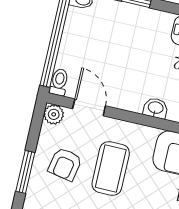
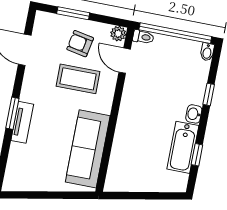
door: (89, 107) -> (125, 61), swing flipped
washbasin: (156, 108) -> (194, 114), moved, turned 180

